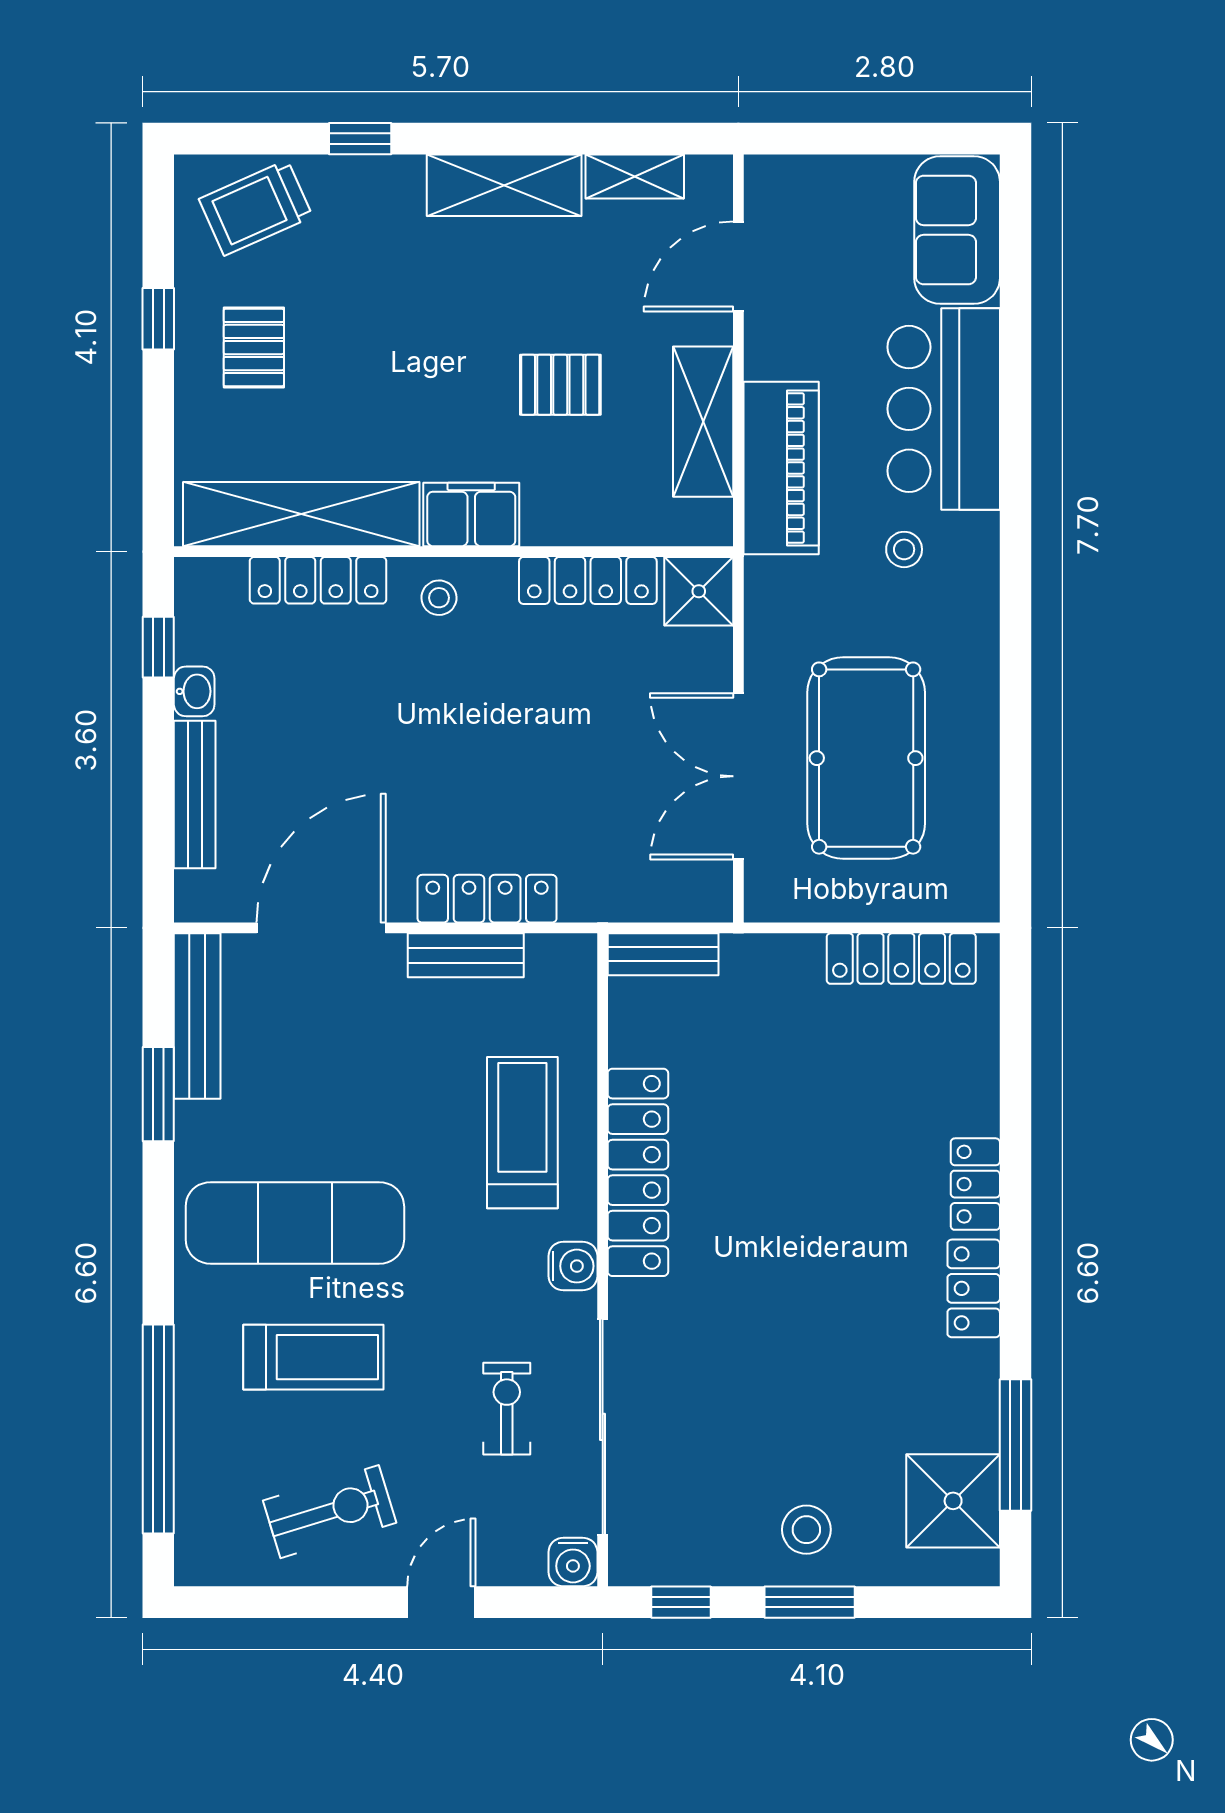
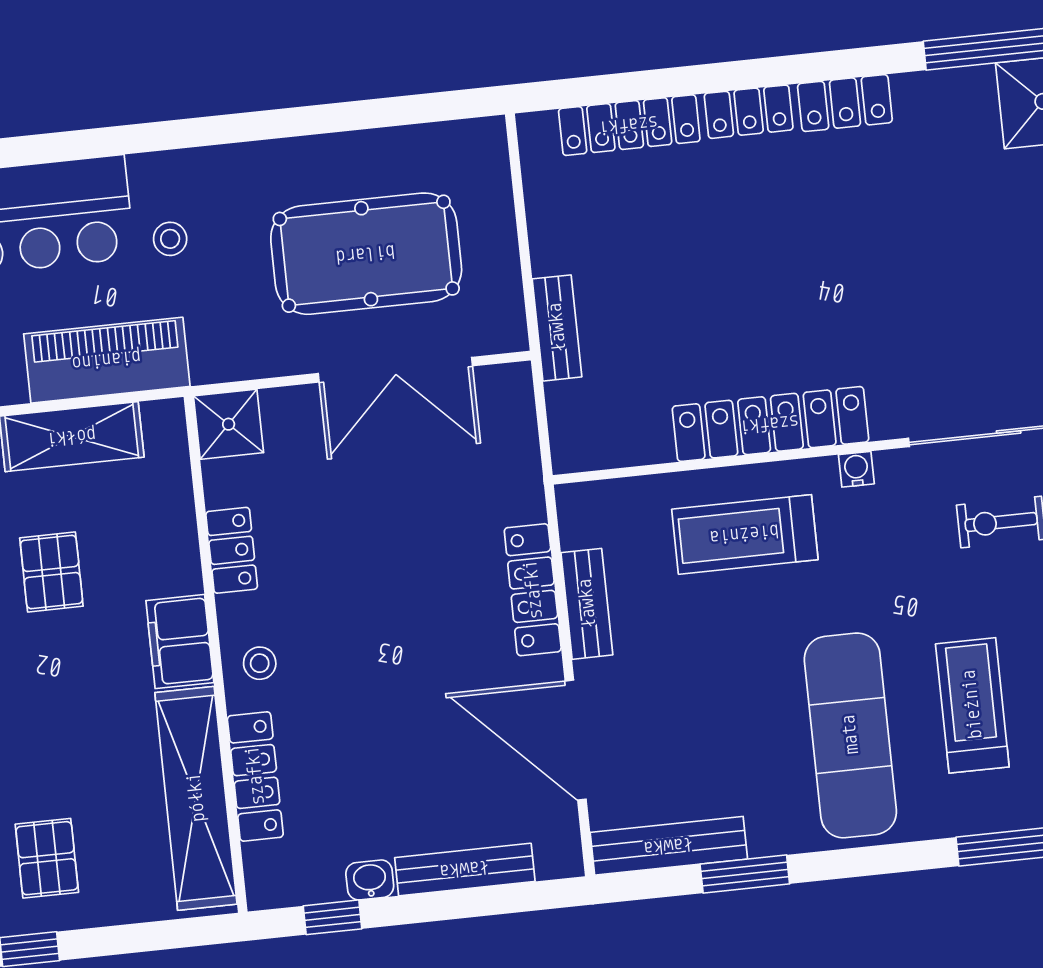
pallet: (254, 348) -> (47, 858), turned 90
locker: (588, 580) -> (232, 550), width x0.66
bench: (663, 954) -> (557, 328), moved
locker: (901, 959) -> (629, 125), moved, turned 90
water cooler: (573, 1266) -> (856, 469), width x0.72, depth x0.72

